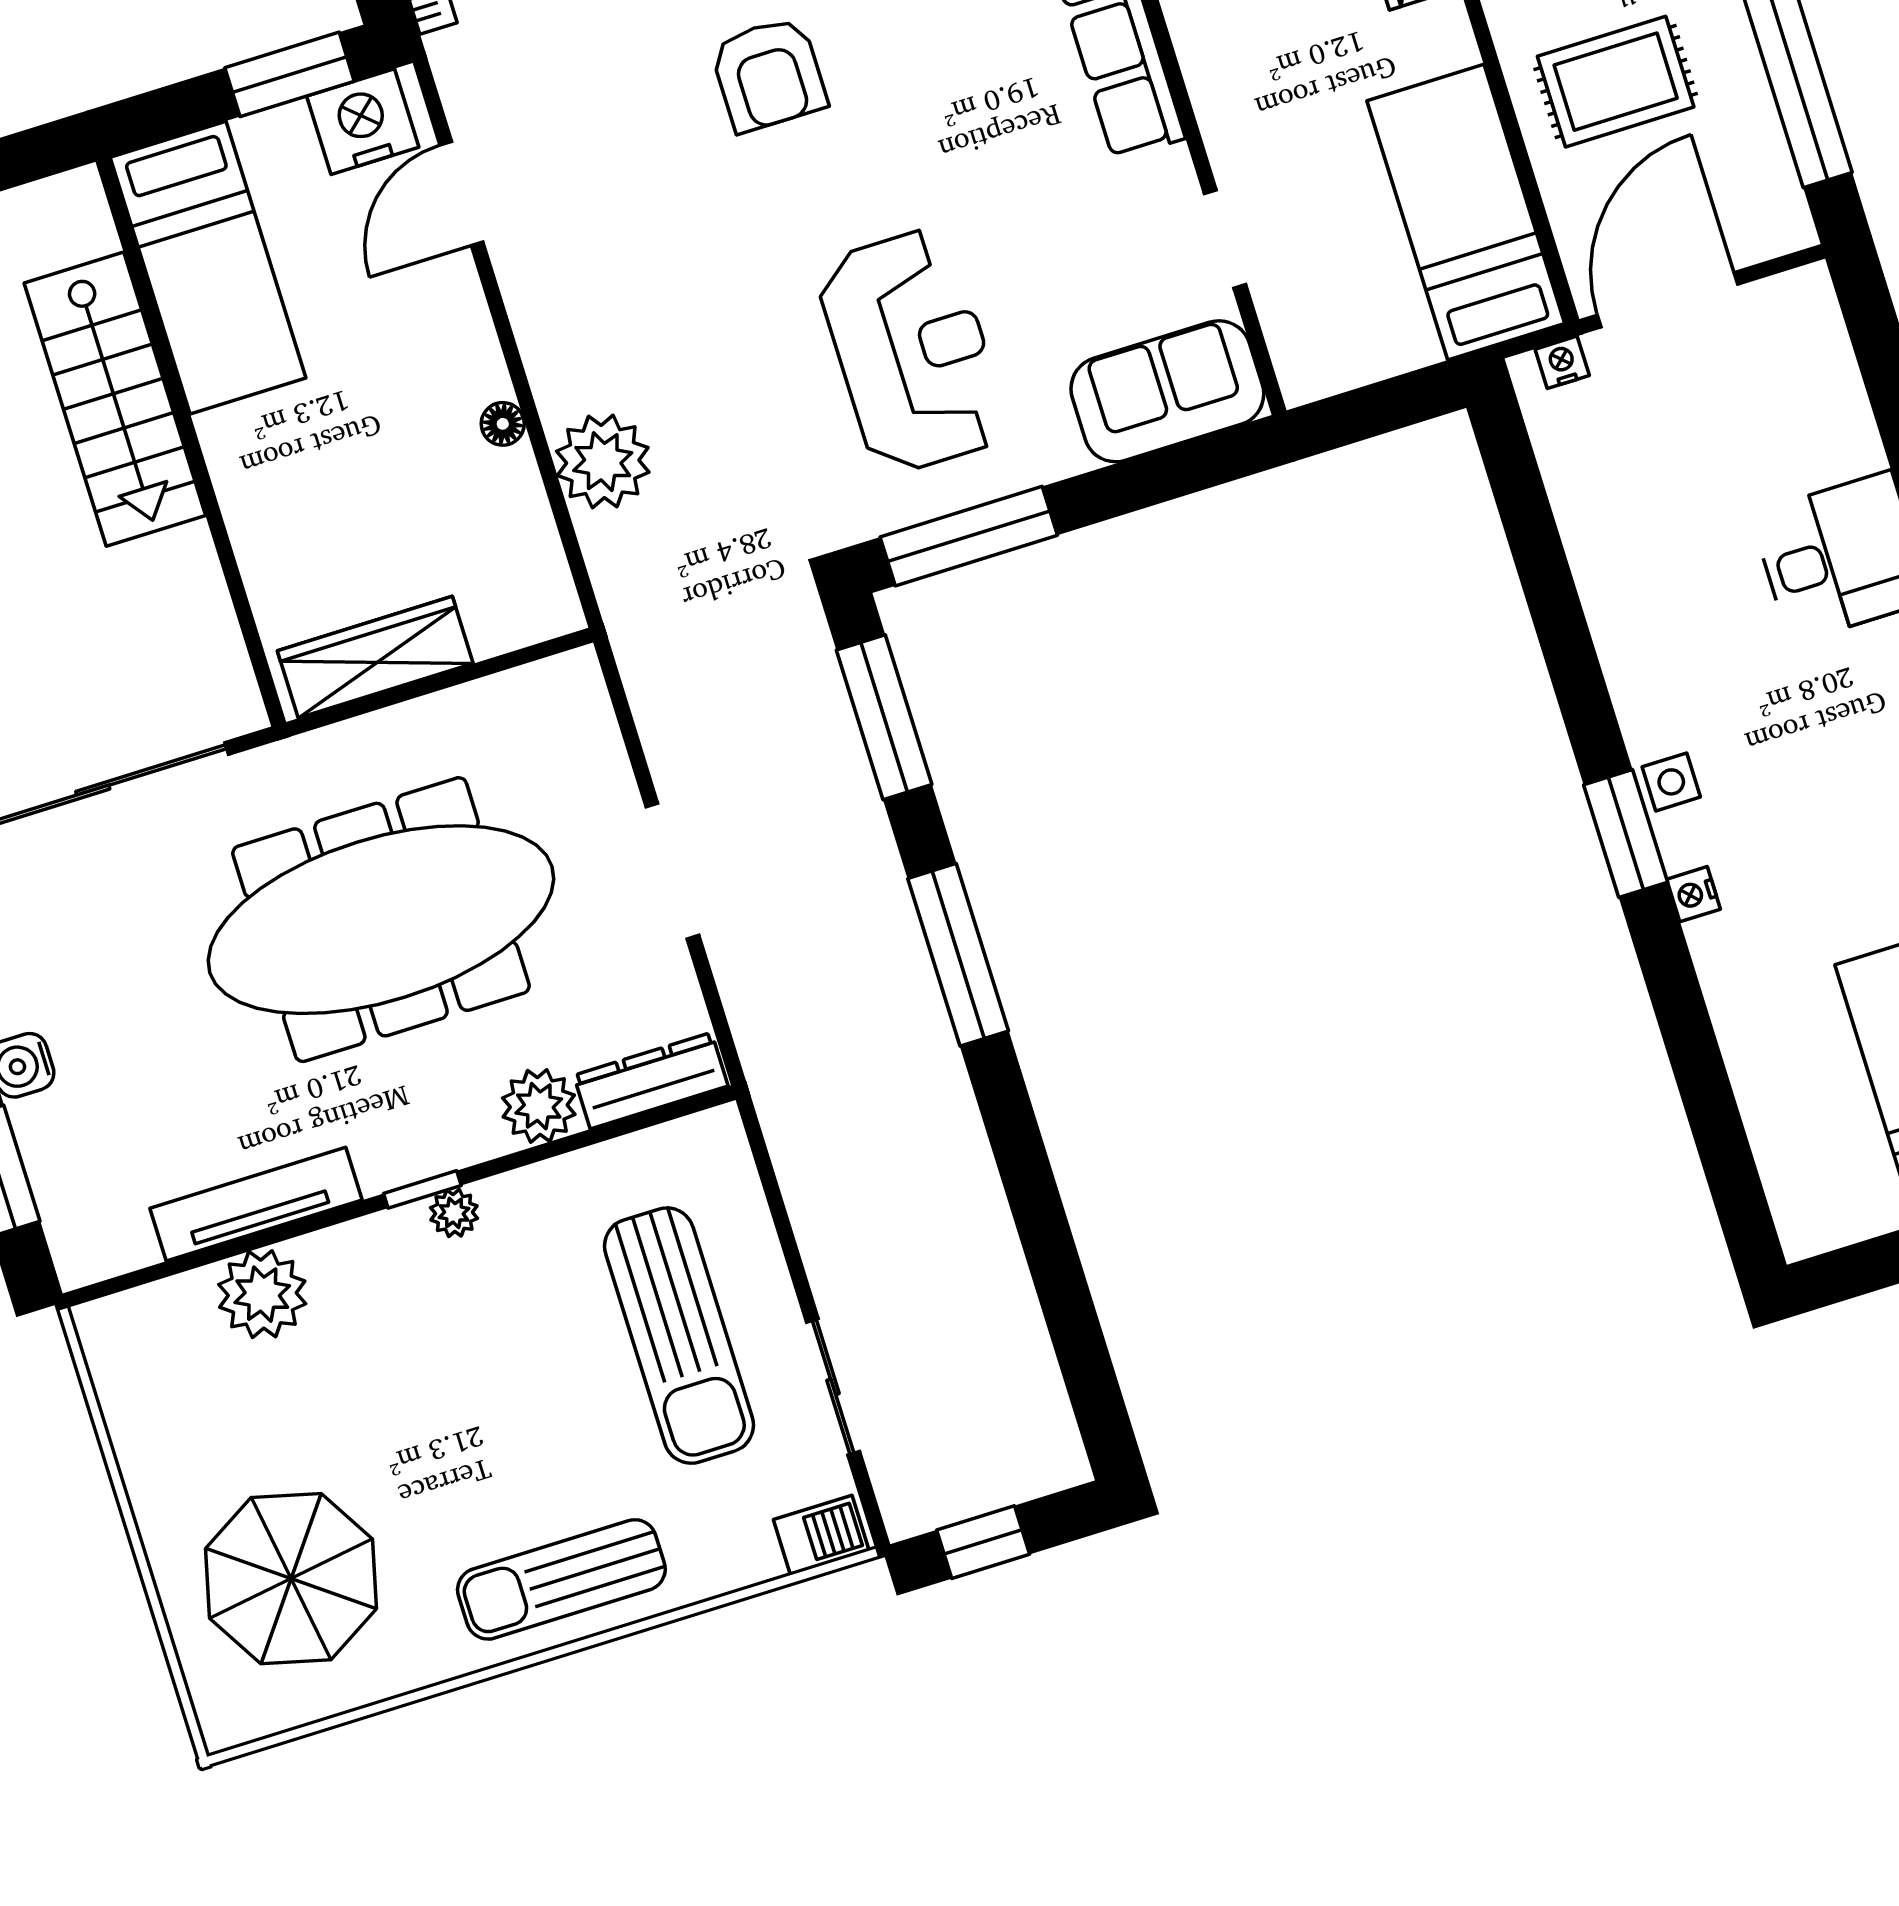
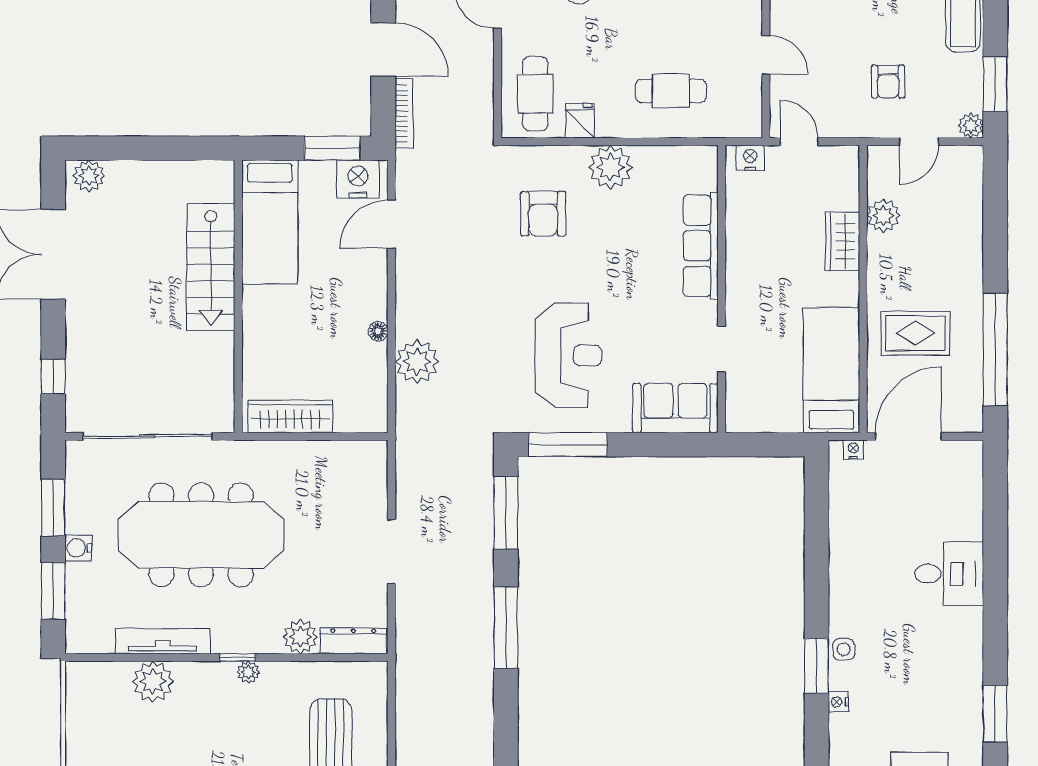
meeting table: (381, 920) -> (201, 535), moved

